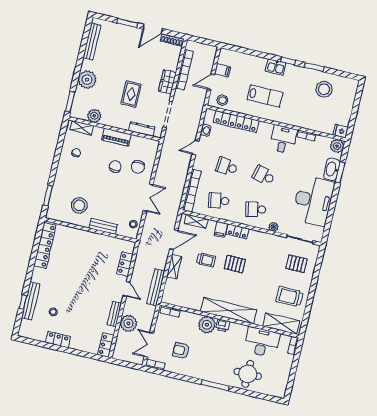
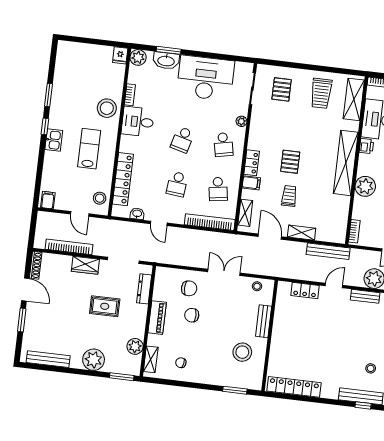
filing cabinet: (222, 70) -> (48, 200), moved
stool: (324, 89) -> (107, 108), moved
printer: (223, 325) -> (366, 146), moved

